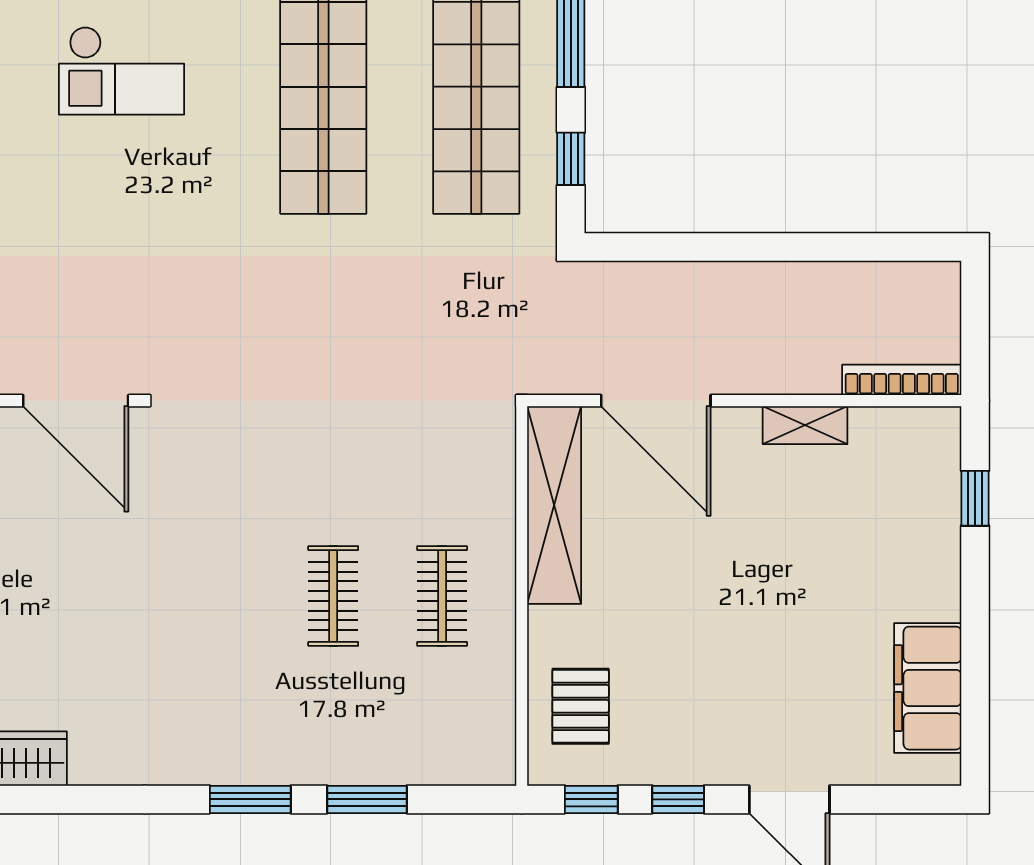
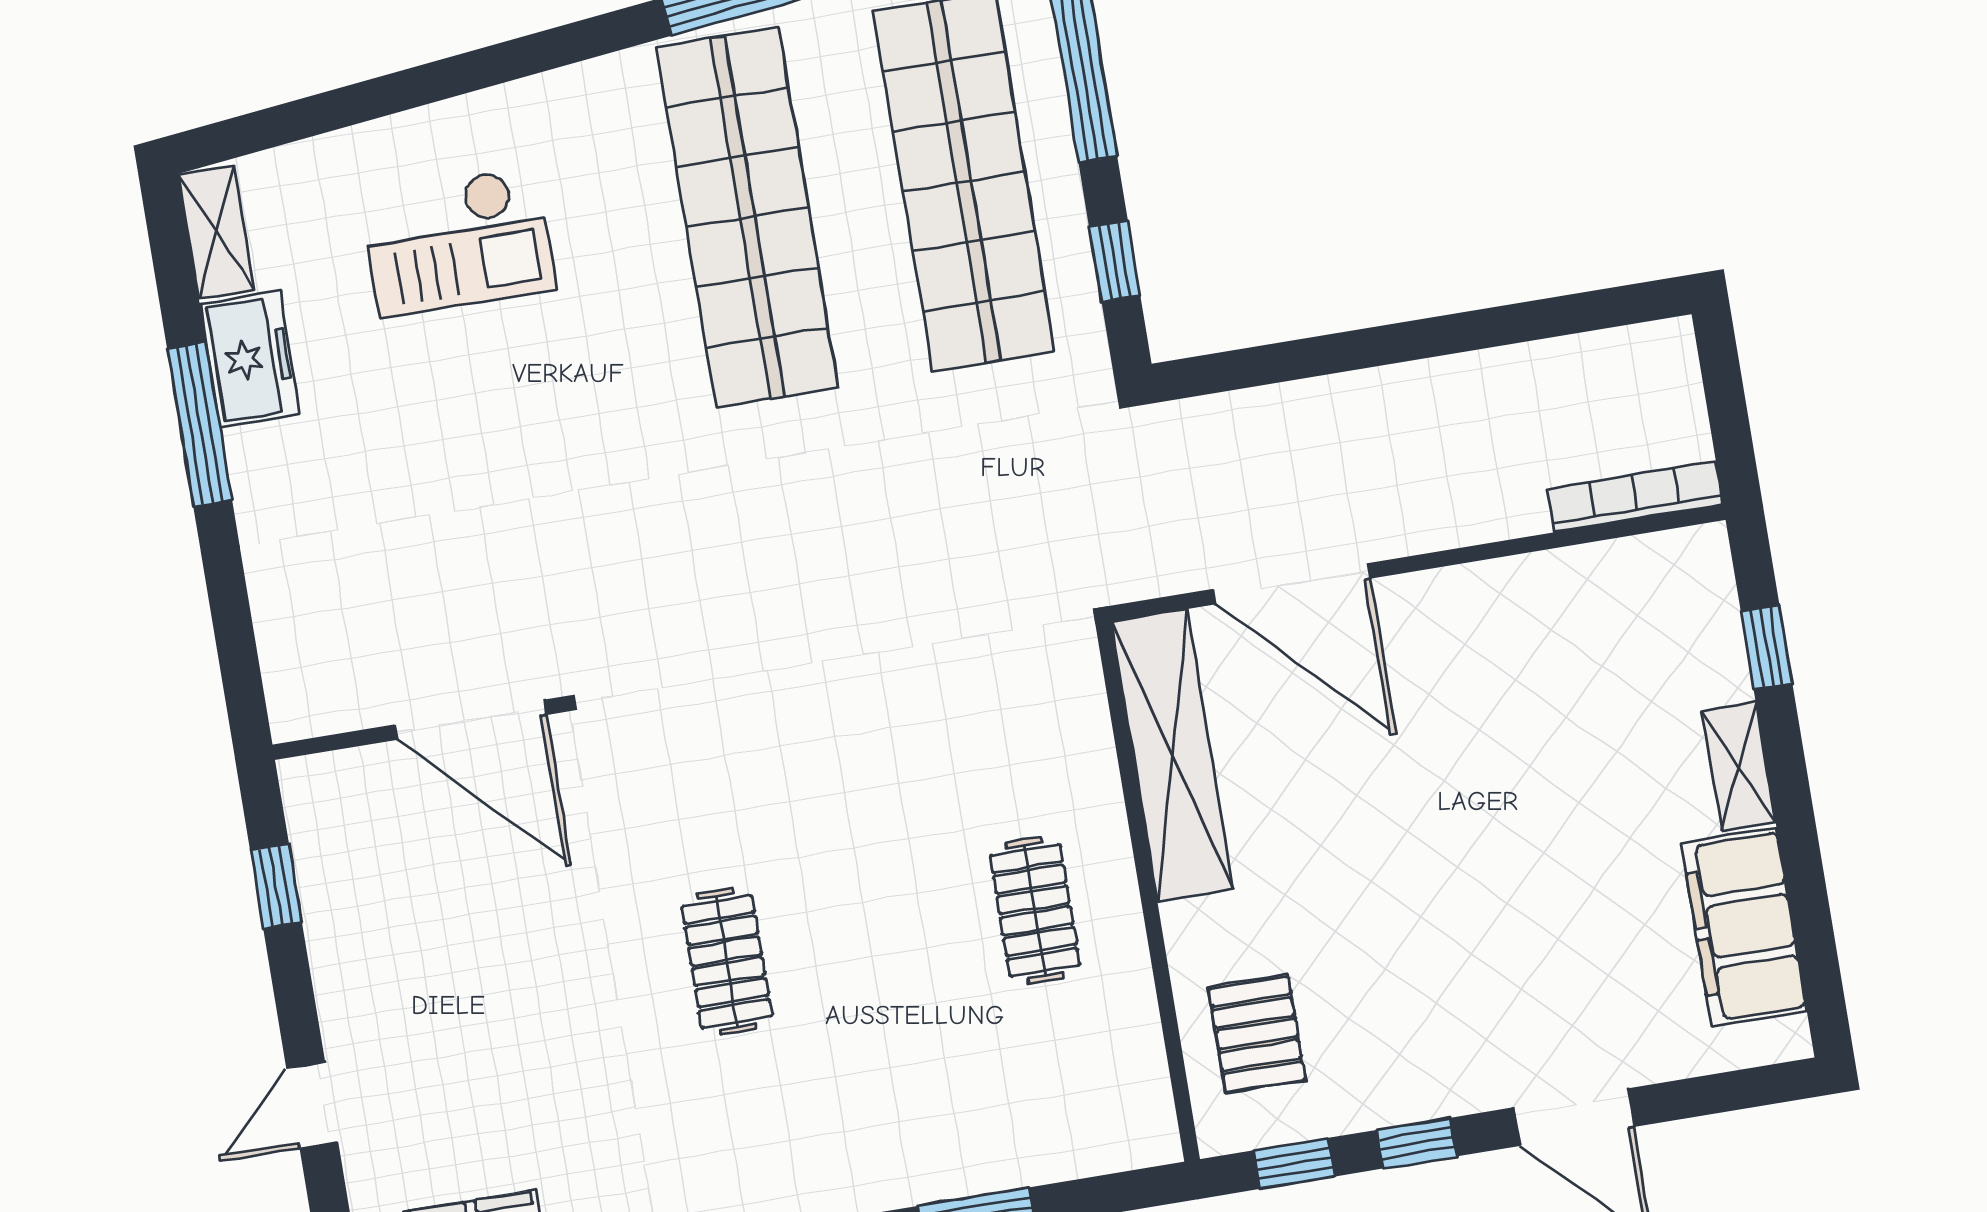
shelving: (805, 425) -> (1739, 766), moved, turned 90
clothes rail: (333, 596) -> (727, 961), moved

